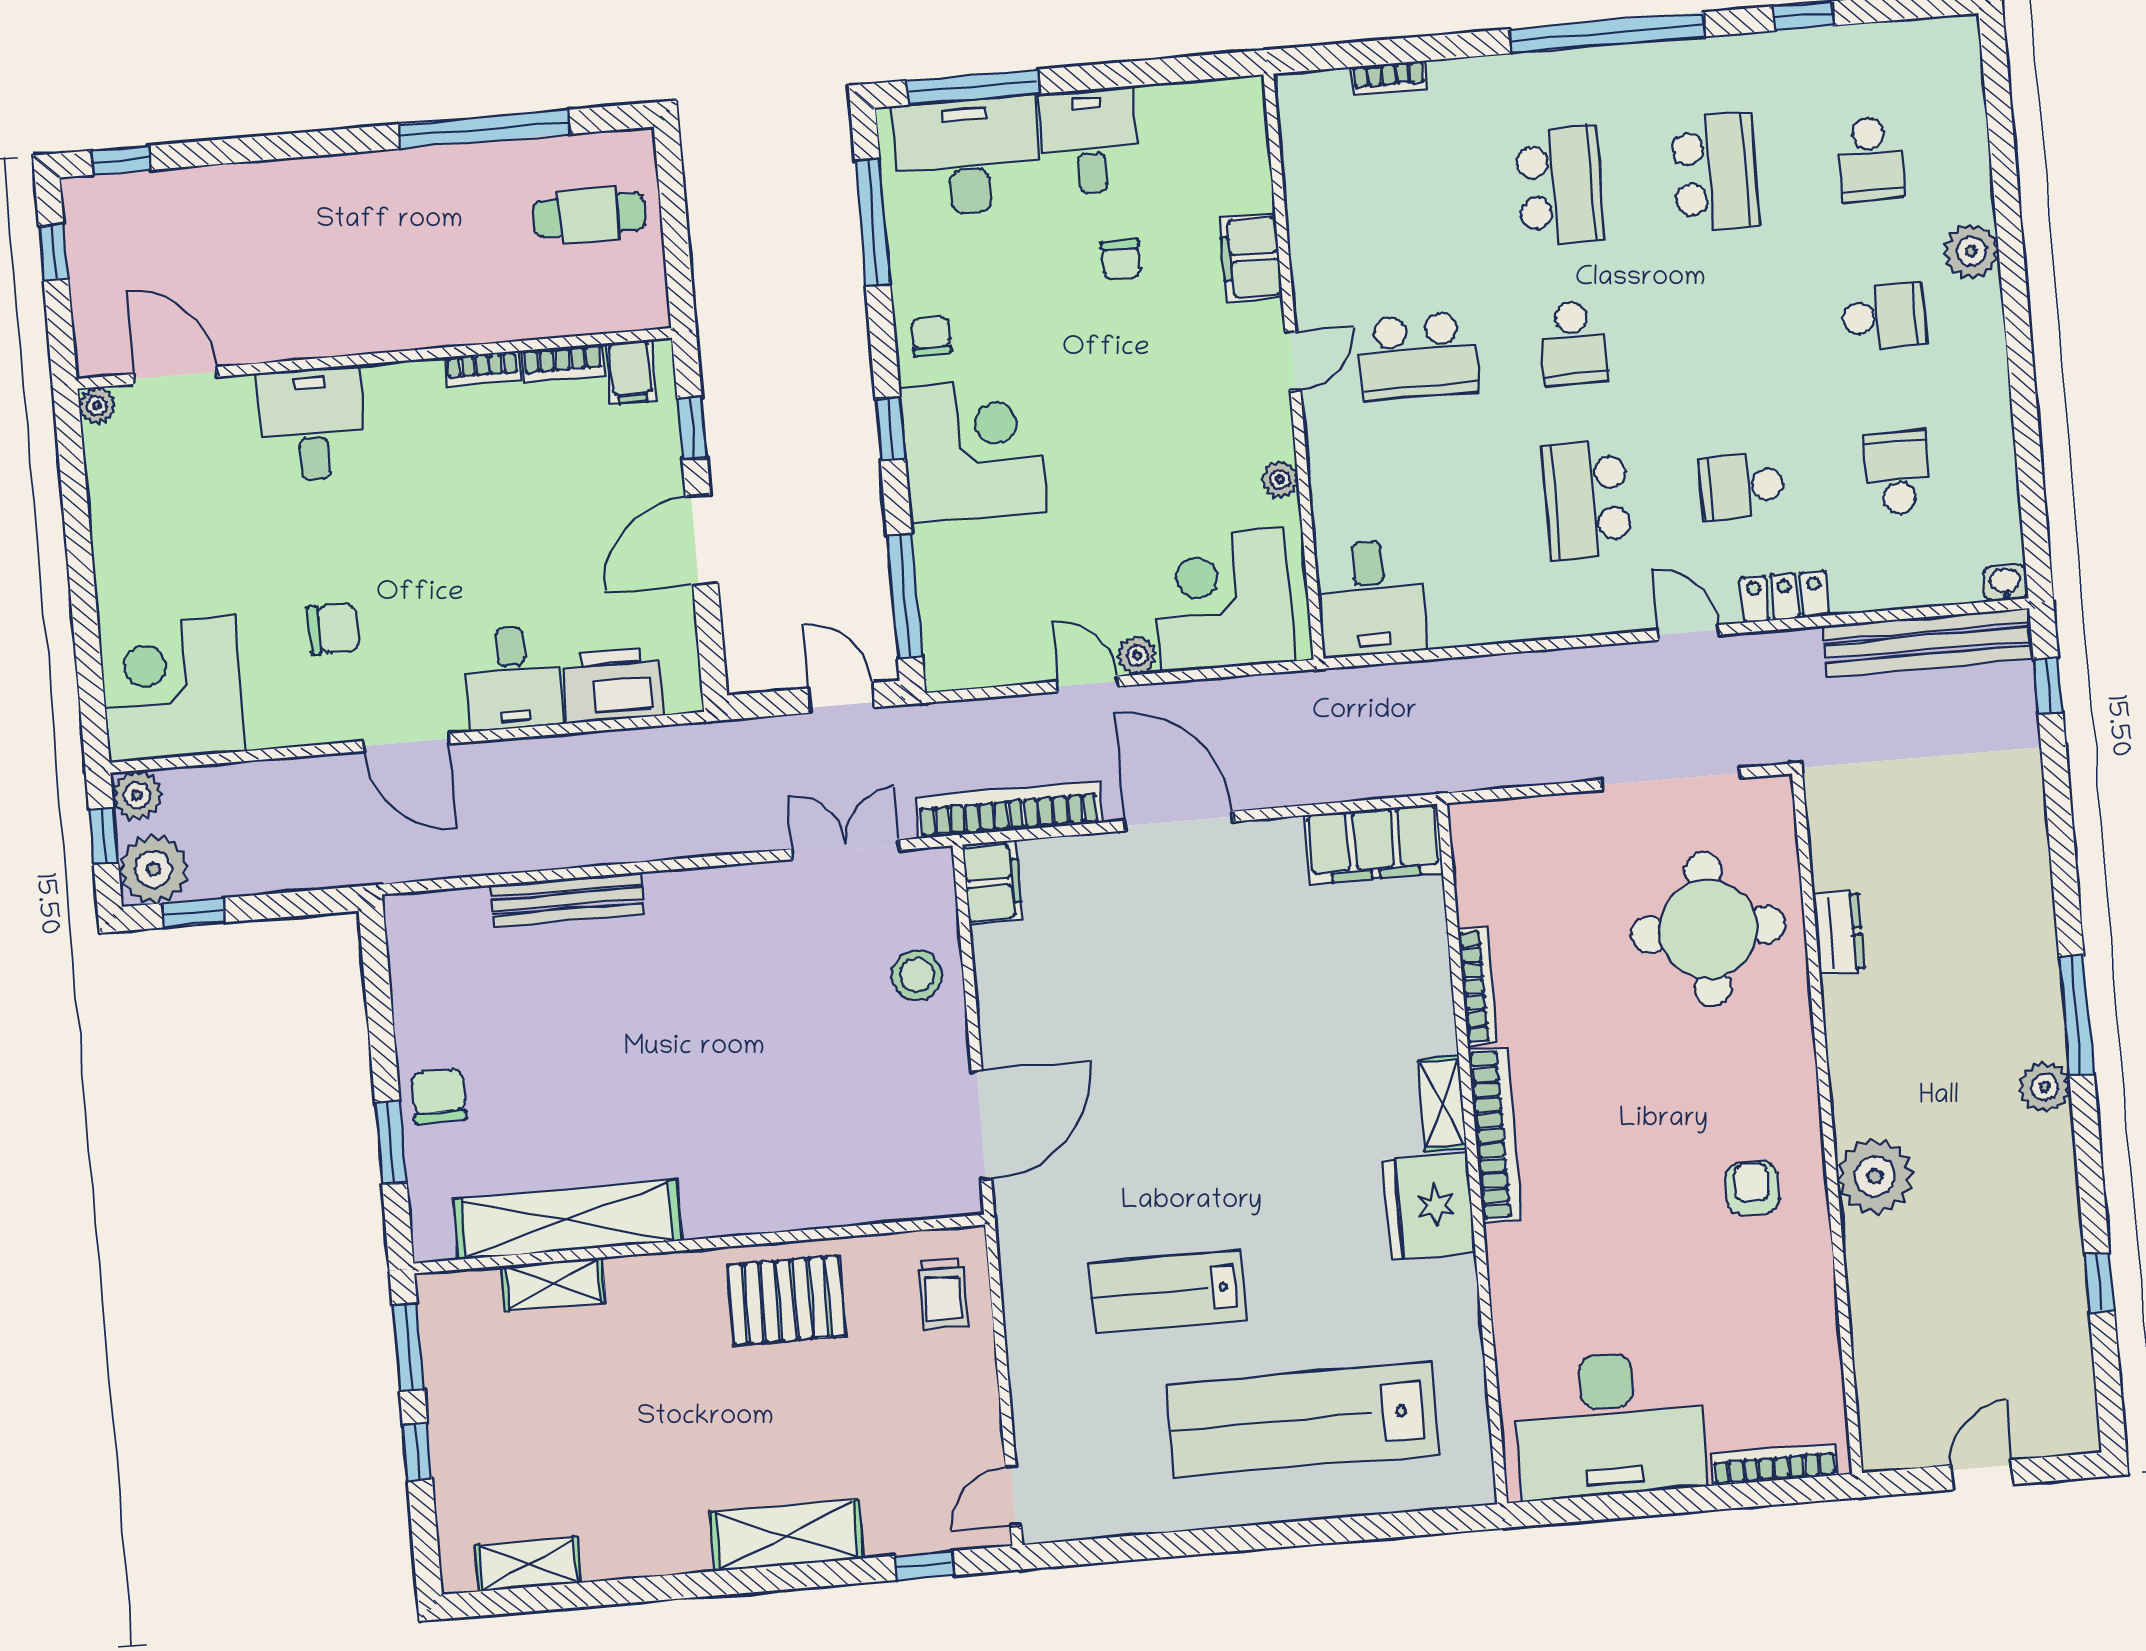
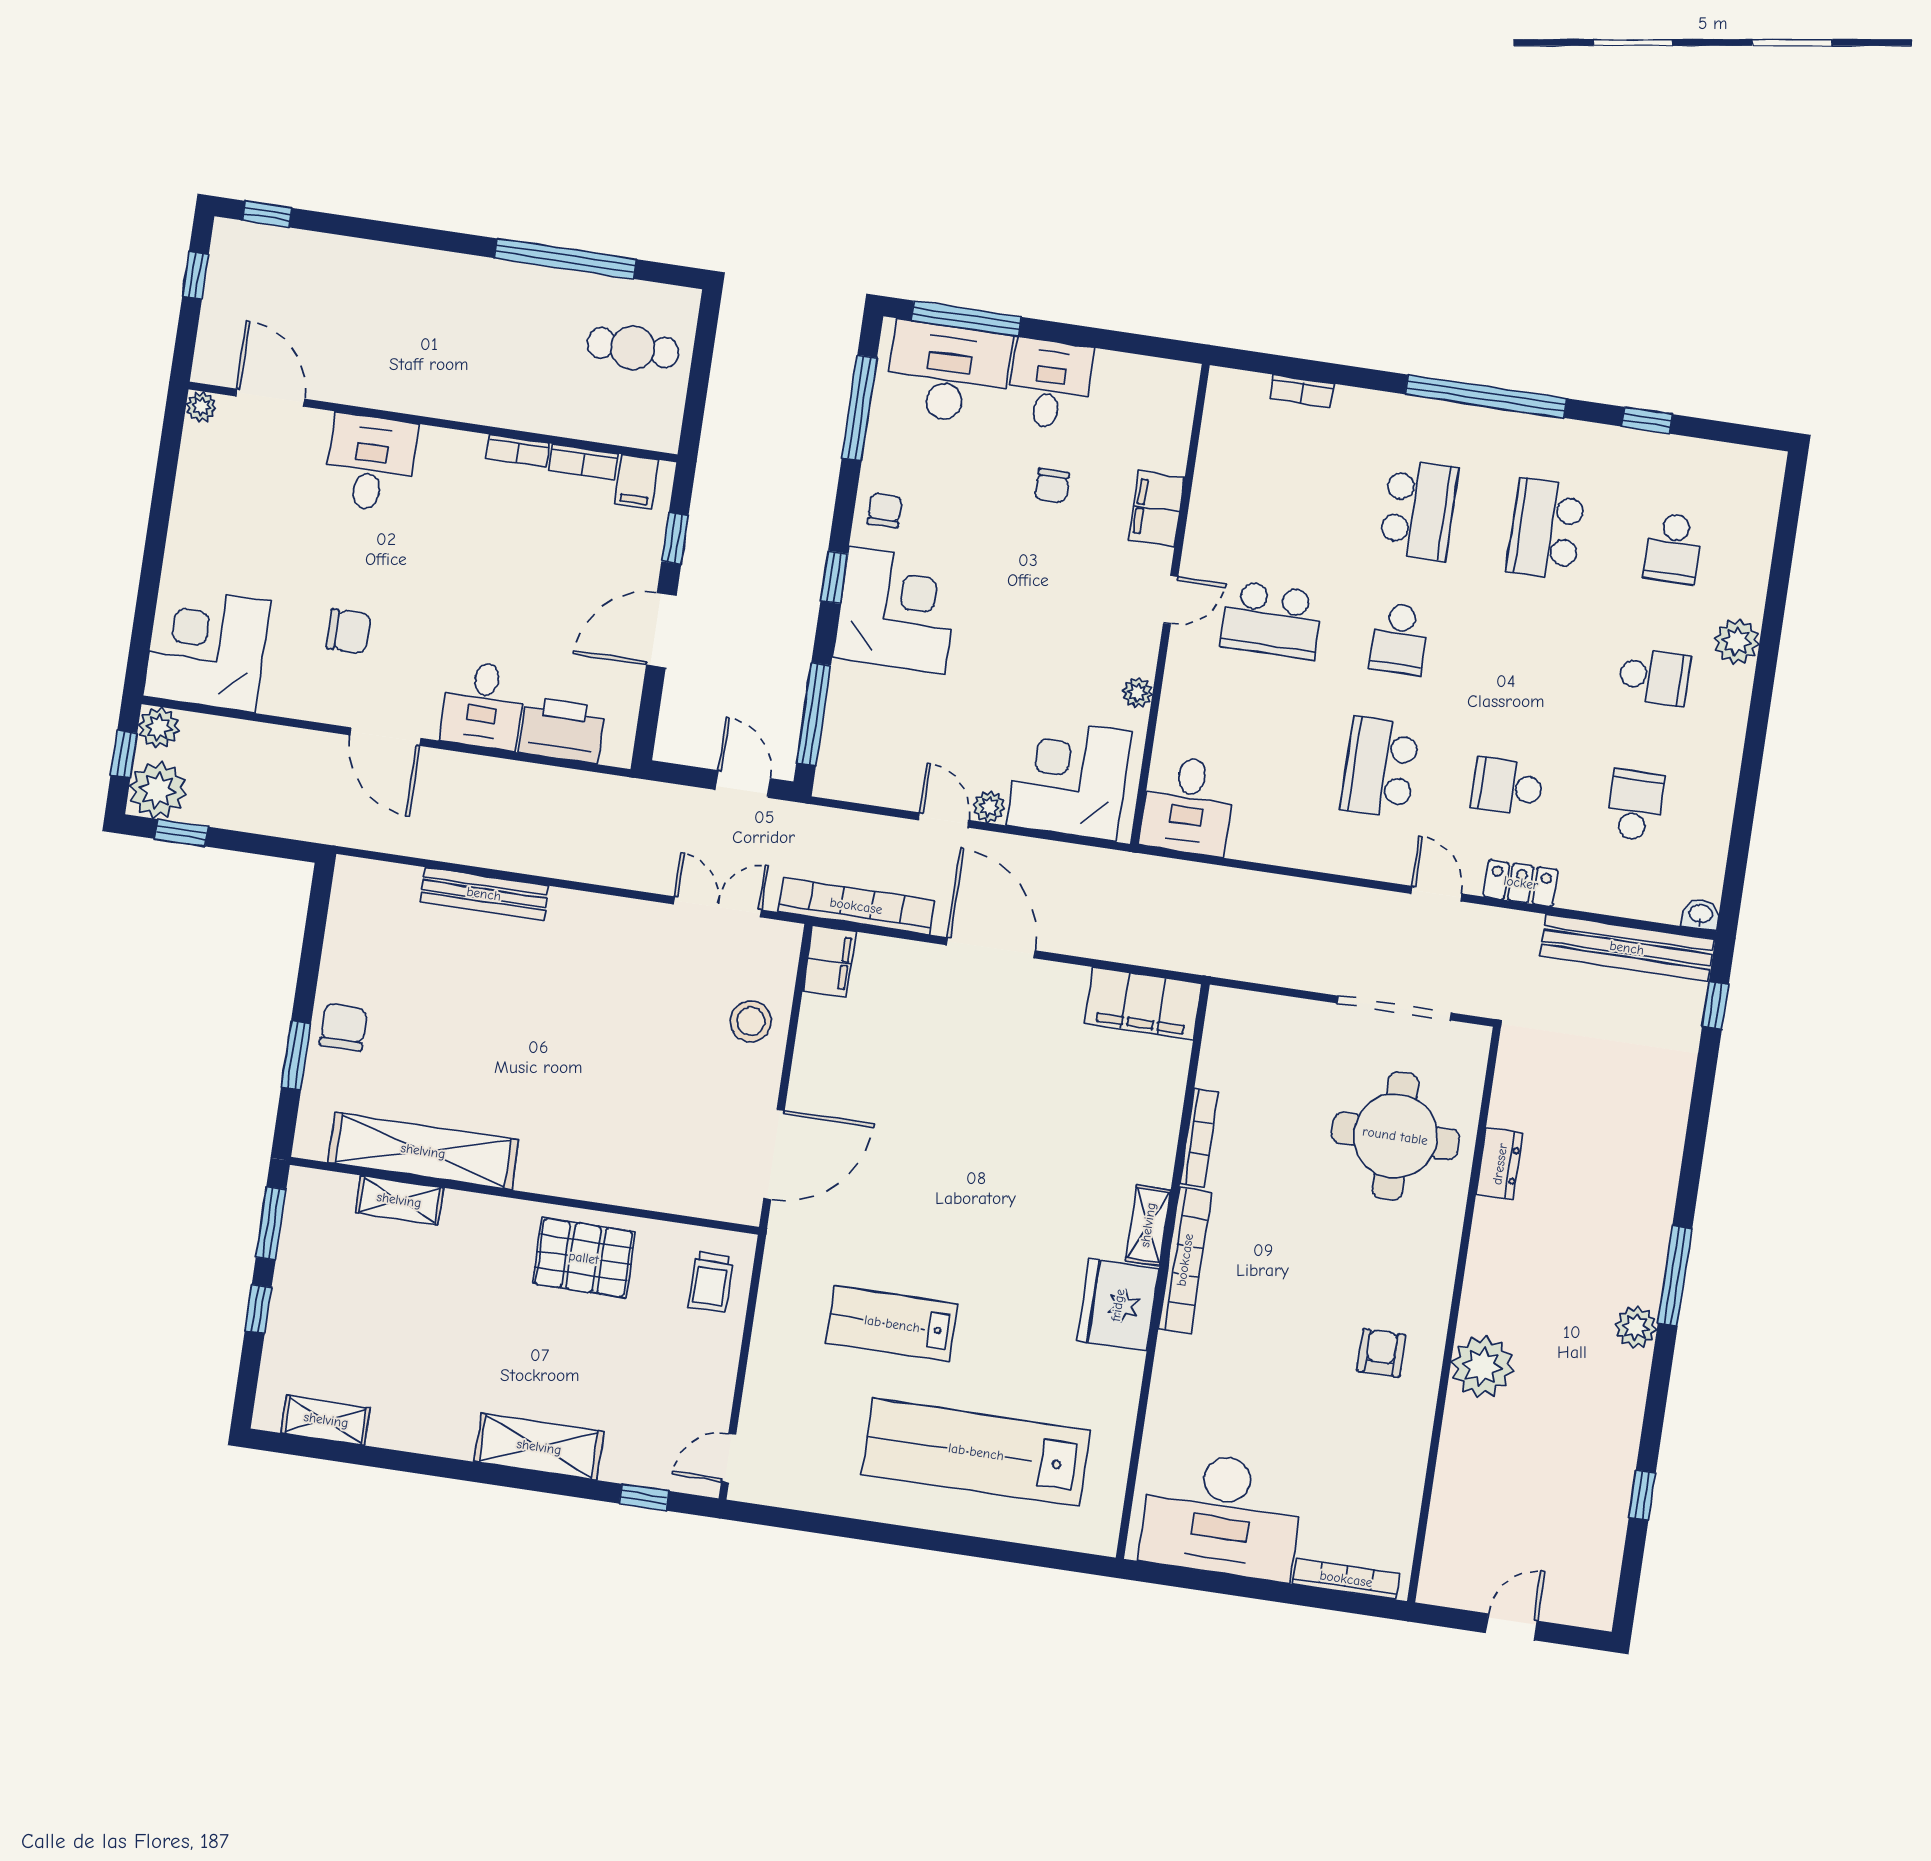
school desk: (1715, 172) -> (1546, 529), turned 180

